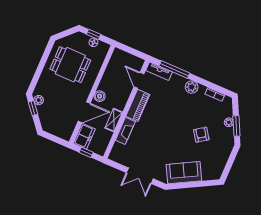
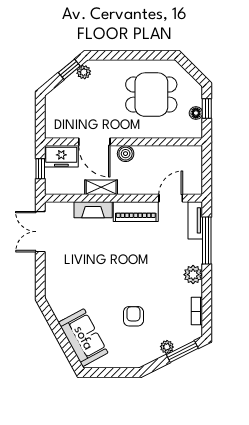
dining table: (70, 65) -> (151, 95), turned 90
window: (236, 126) -> (182, 351), moved
armchair: (201, 135) -> (133, 316), turned -55
sofa: (184, 173) -> (83, 338), moved
double door: (140, 176) -> (40, 232), moved

